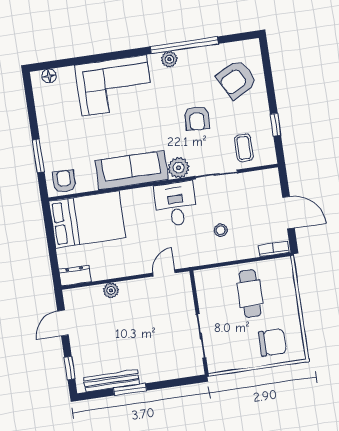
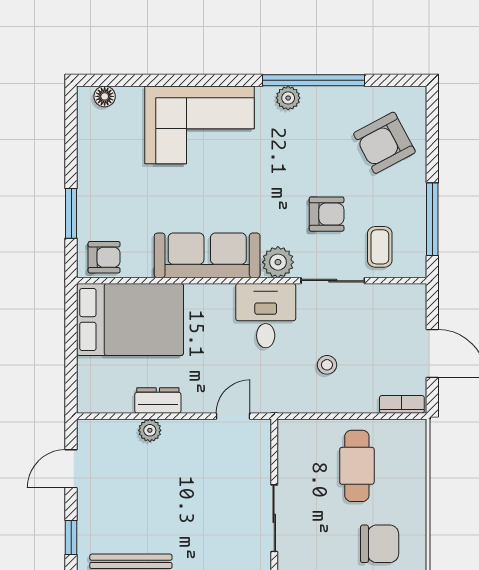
armchair: (197, 118) -> (327, 214), moved, turned -93
window: (276, 125) -> (432, 219), width x2.17
armchair: (64, 181) -> (104, 257), turned 90
dresser: (75, 276) -> (158, 400), moved

